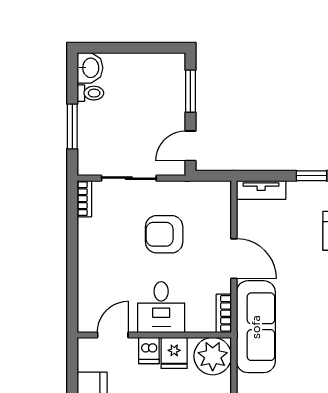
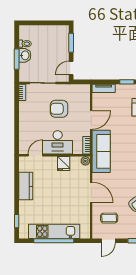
washbasin: (90, 68) -> (25, 55), moved
door: (234, 259) -> (91, 120), hinge flipped
desk: (161, 307) -> (58, 142), width x1.37
dishwasher: (149, 351) -> (52, 162), removed
plant: (213, 356) -> (85, 161), width x0.53, depth x0.53

